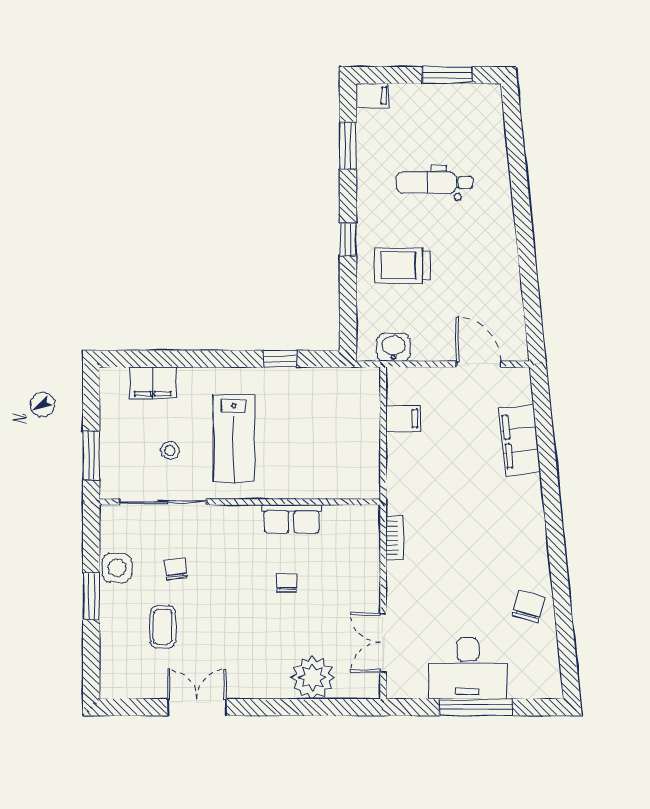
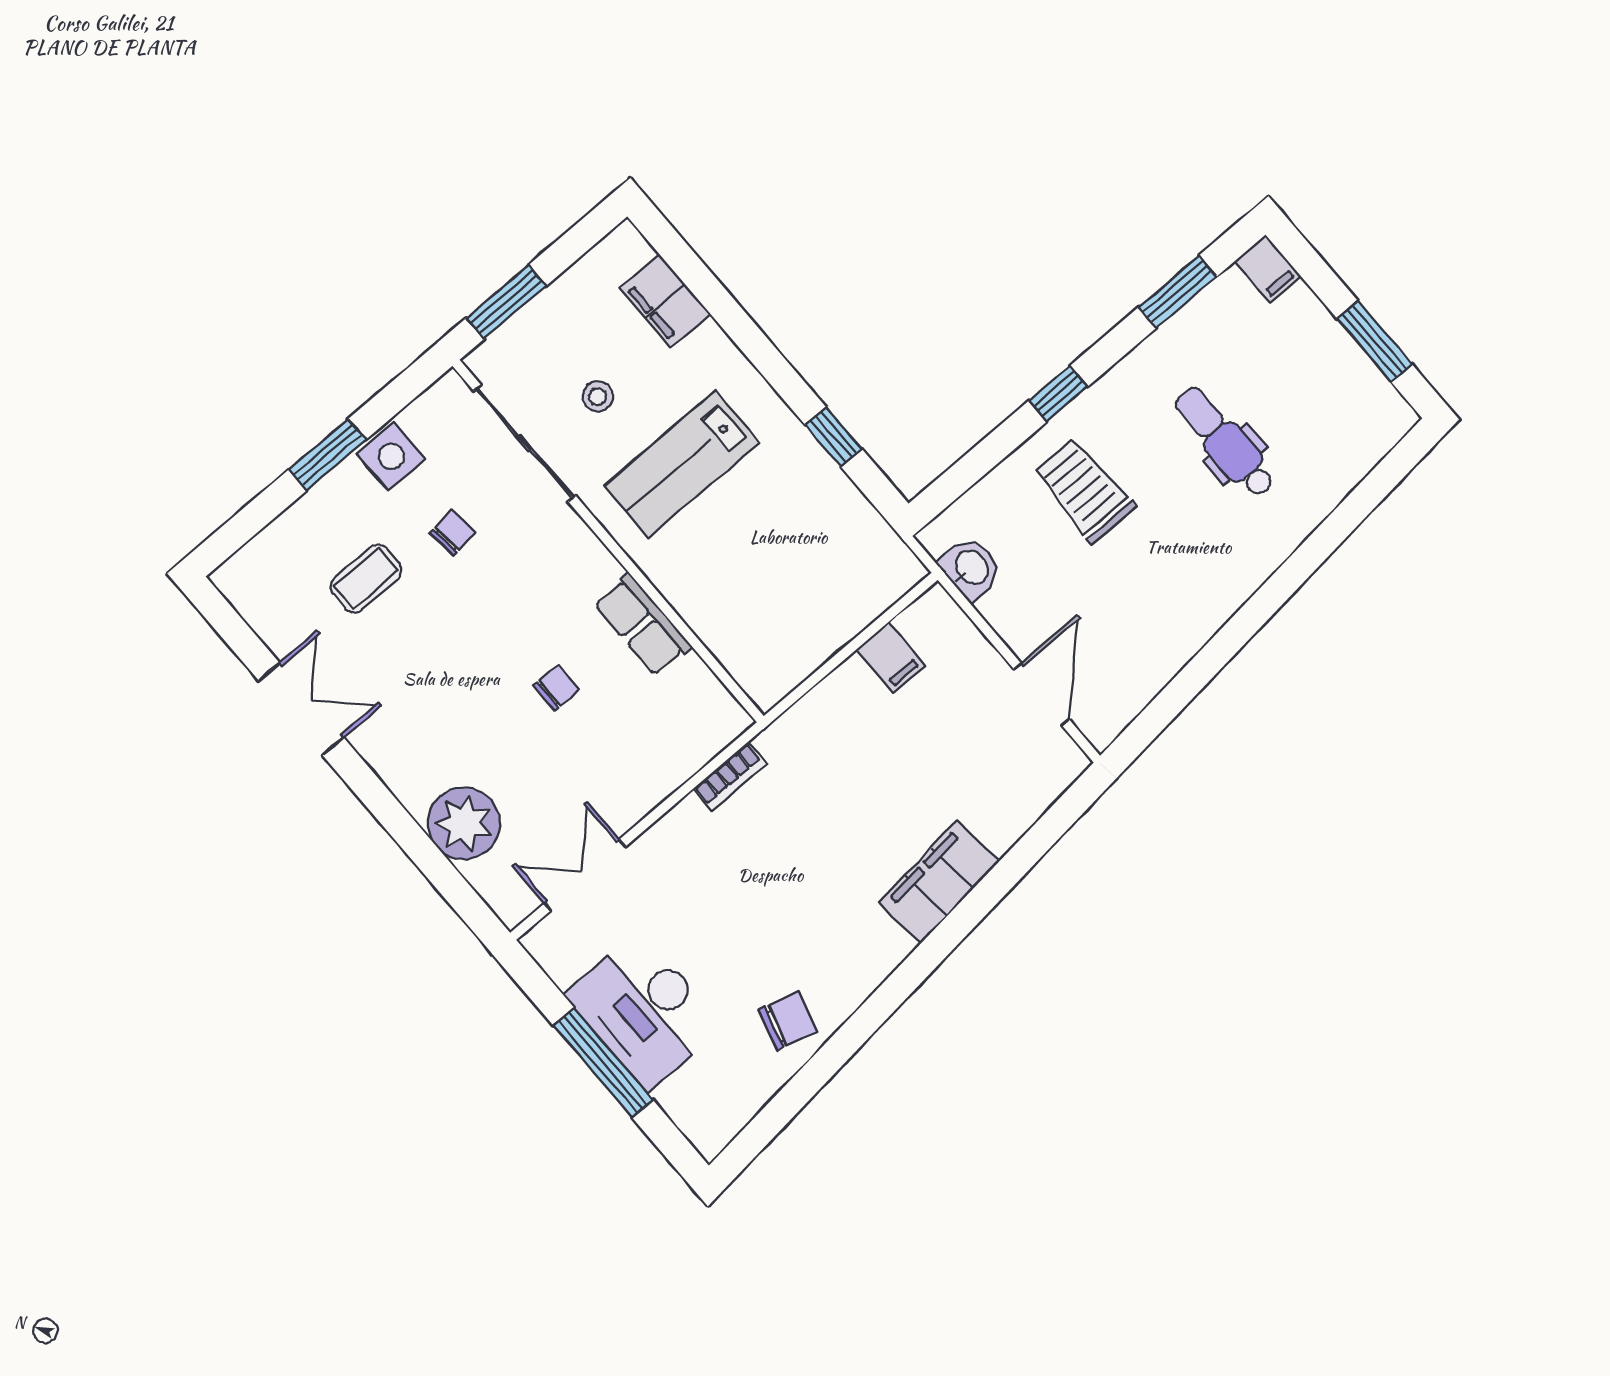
filing cabinet: (520, 440) -> (939, 882), moved

